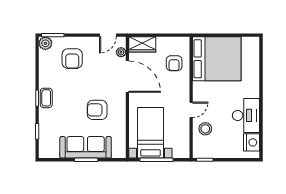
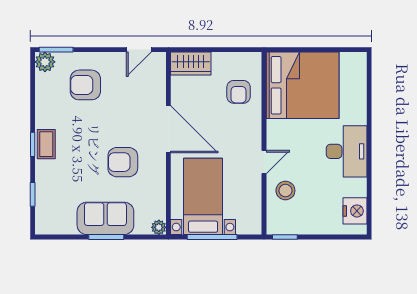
plant: (121, 52) -> (159, 227), moved
armchair: (72, 59) -> (85, 85), turned 90
door: (127, 77) -> (168, 129), moved
desk: (246, 115) -> (347, 151), moved
sofa: (86, 147) -> (105, 218), width x0.73

